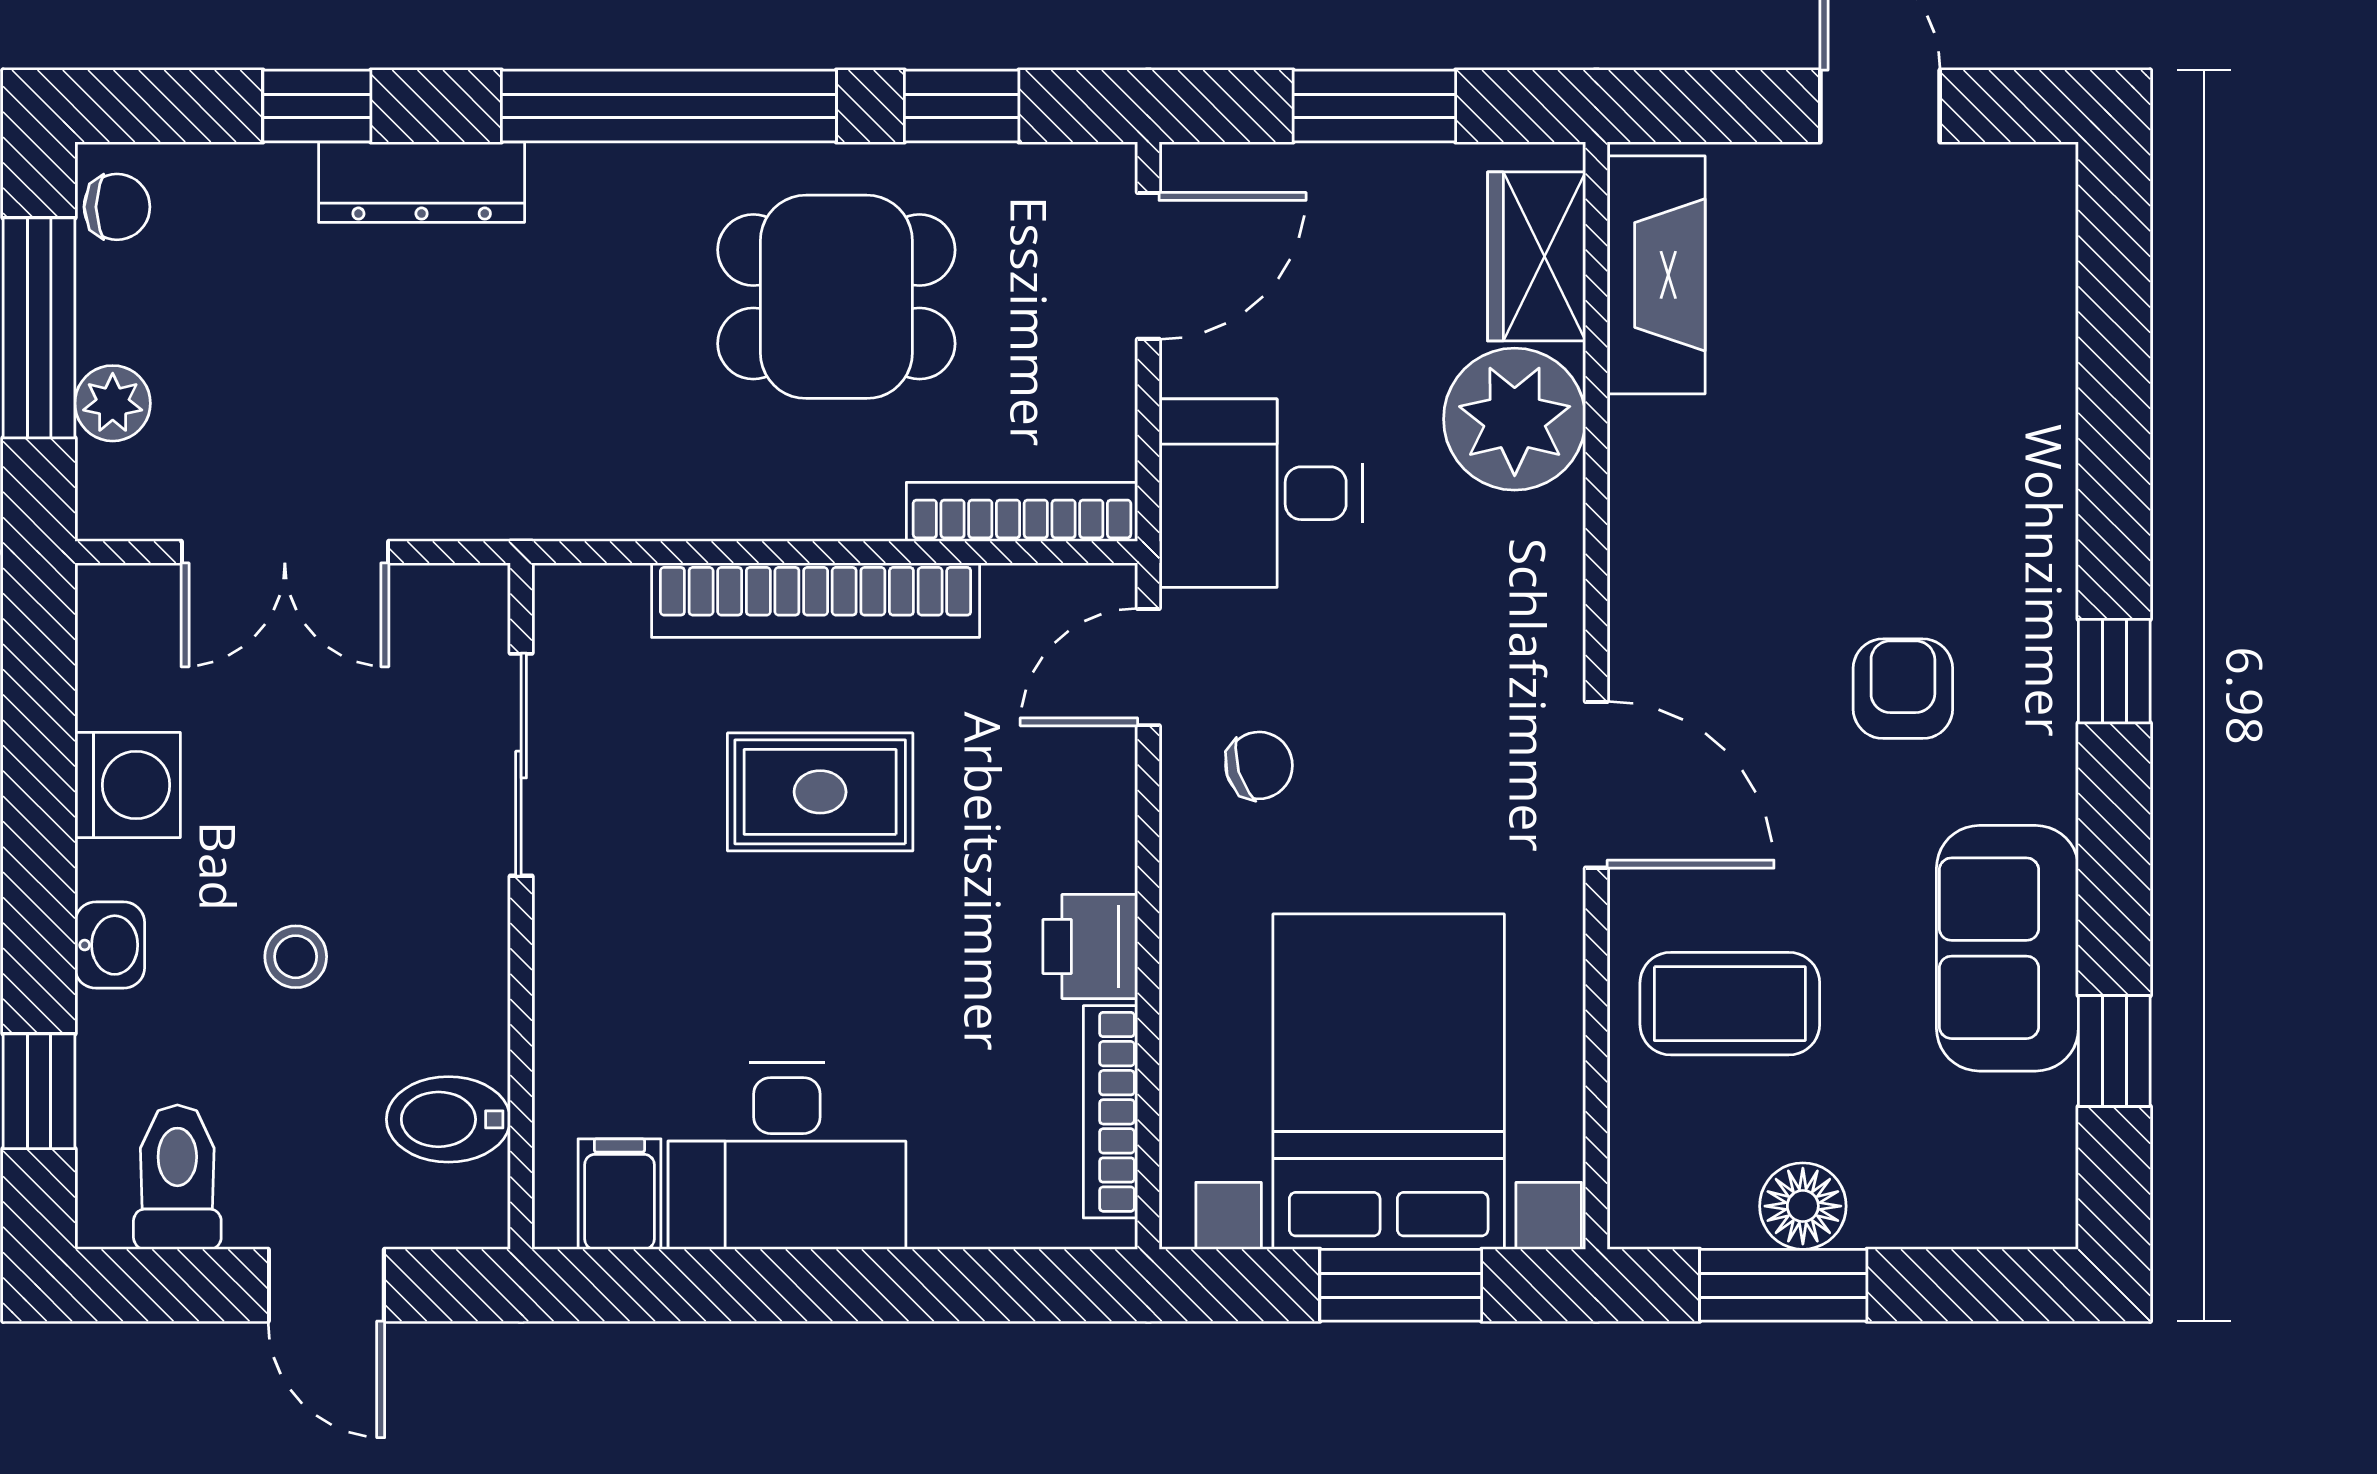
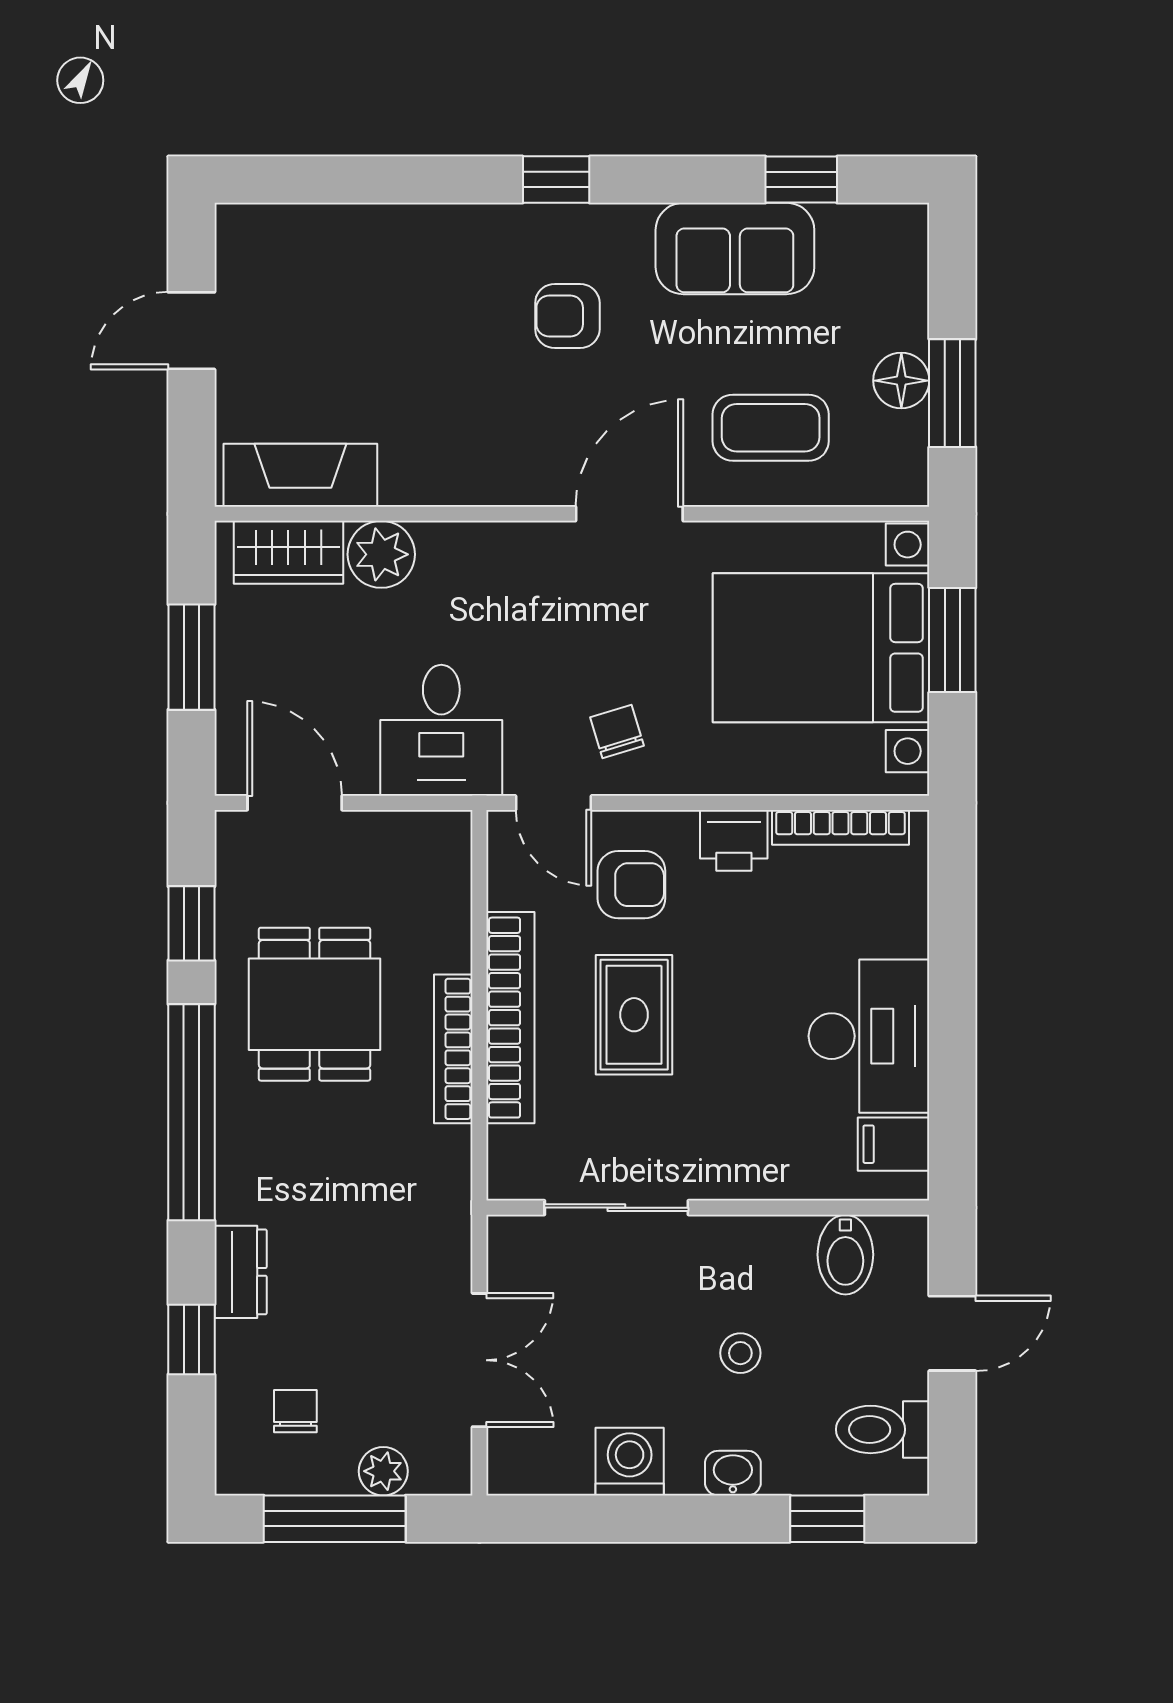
dresser: (422, 182) -> (241, 1272), width x0.70
chair: (117, 207) -> (295, 1411), moved
plant: (1515, 419) -> (381, 554), width x0.73, depth x0.73
bookcase: (1022, 512) -> (453, 1049), moved
armchair: (1022, 788) -> (631, 885), added
coffee table: (1730, 1004) -> (771, 428), turned 90

